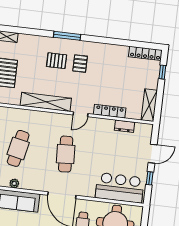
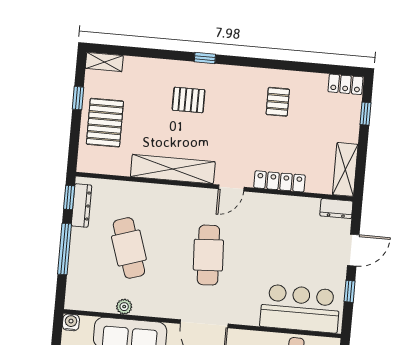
window: (67, 36) -> (205, 58), width x0.46
locker: (145, 53) -> (345, 84), width x0.66
pallet: (80, 64) -> (278, 102), moved
dresser: (124, 126) -> (336, 209), moved
cafe table: (18, 148) -> (129, 248), turned -30

